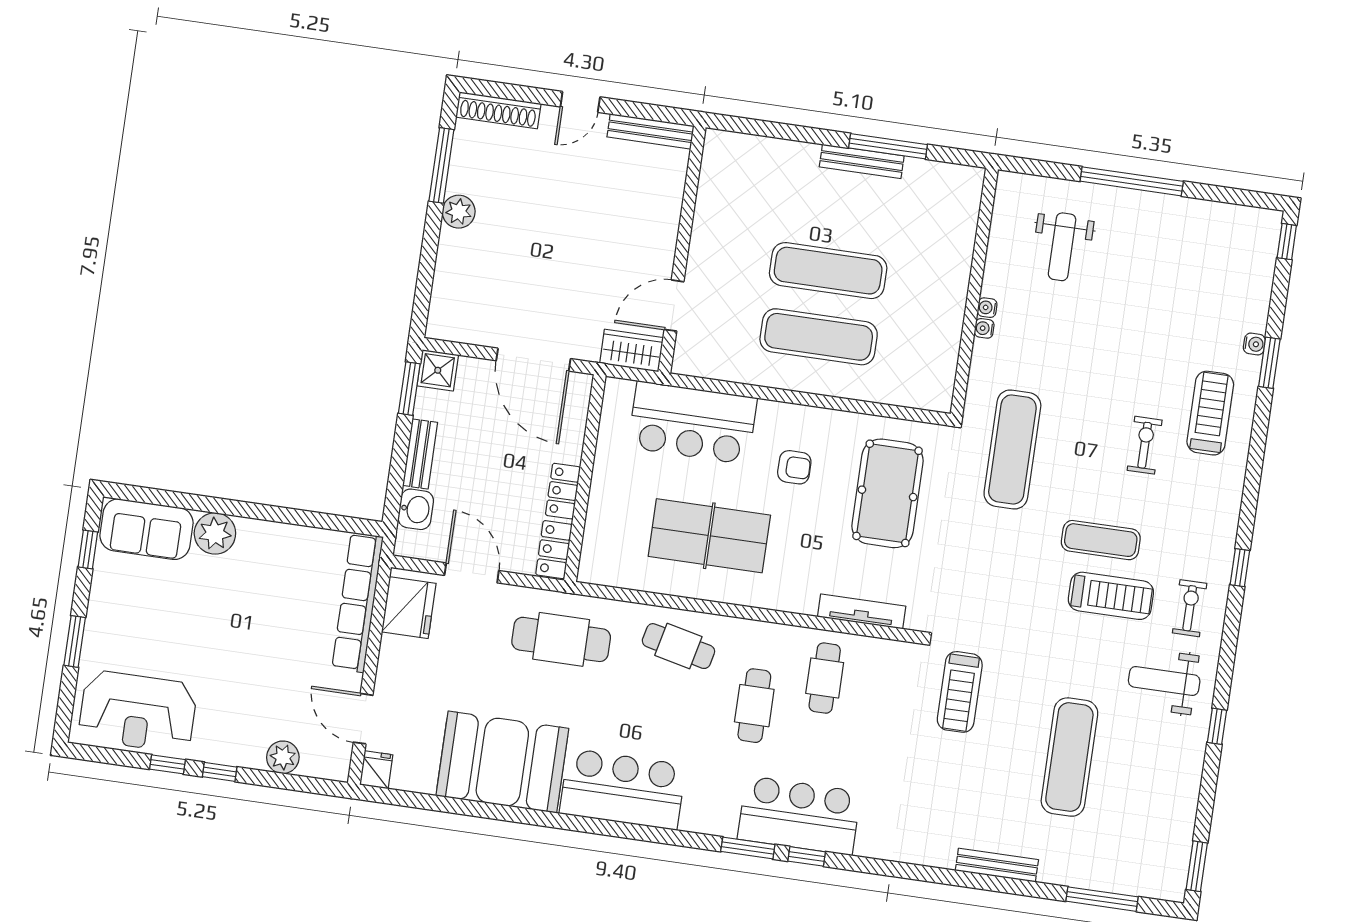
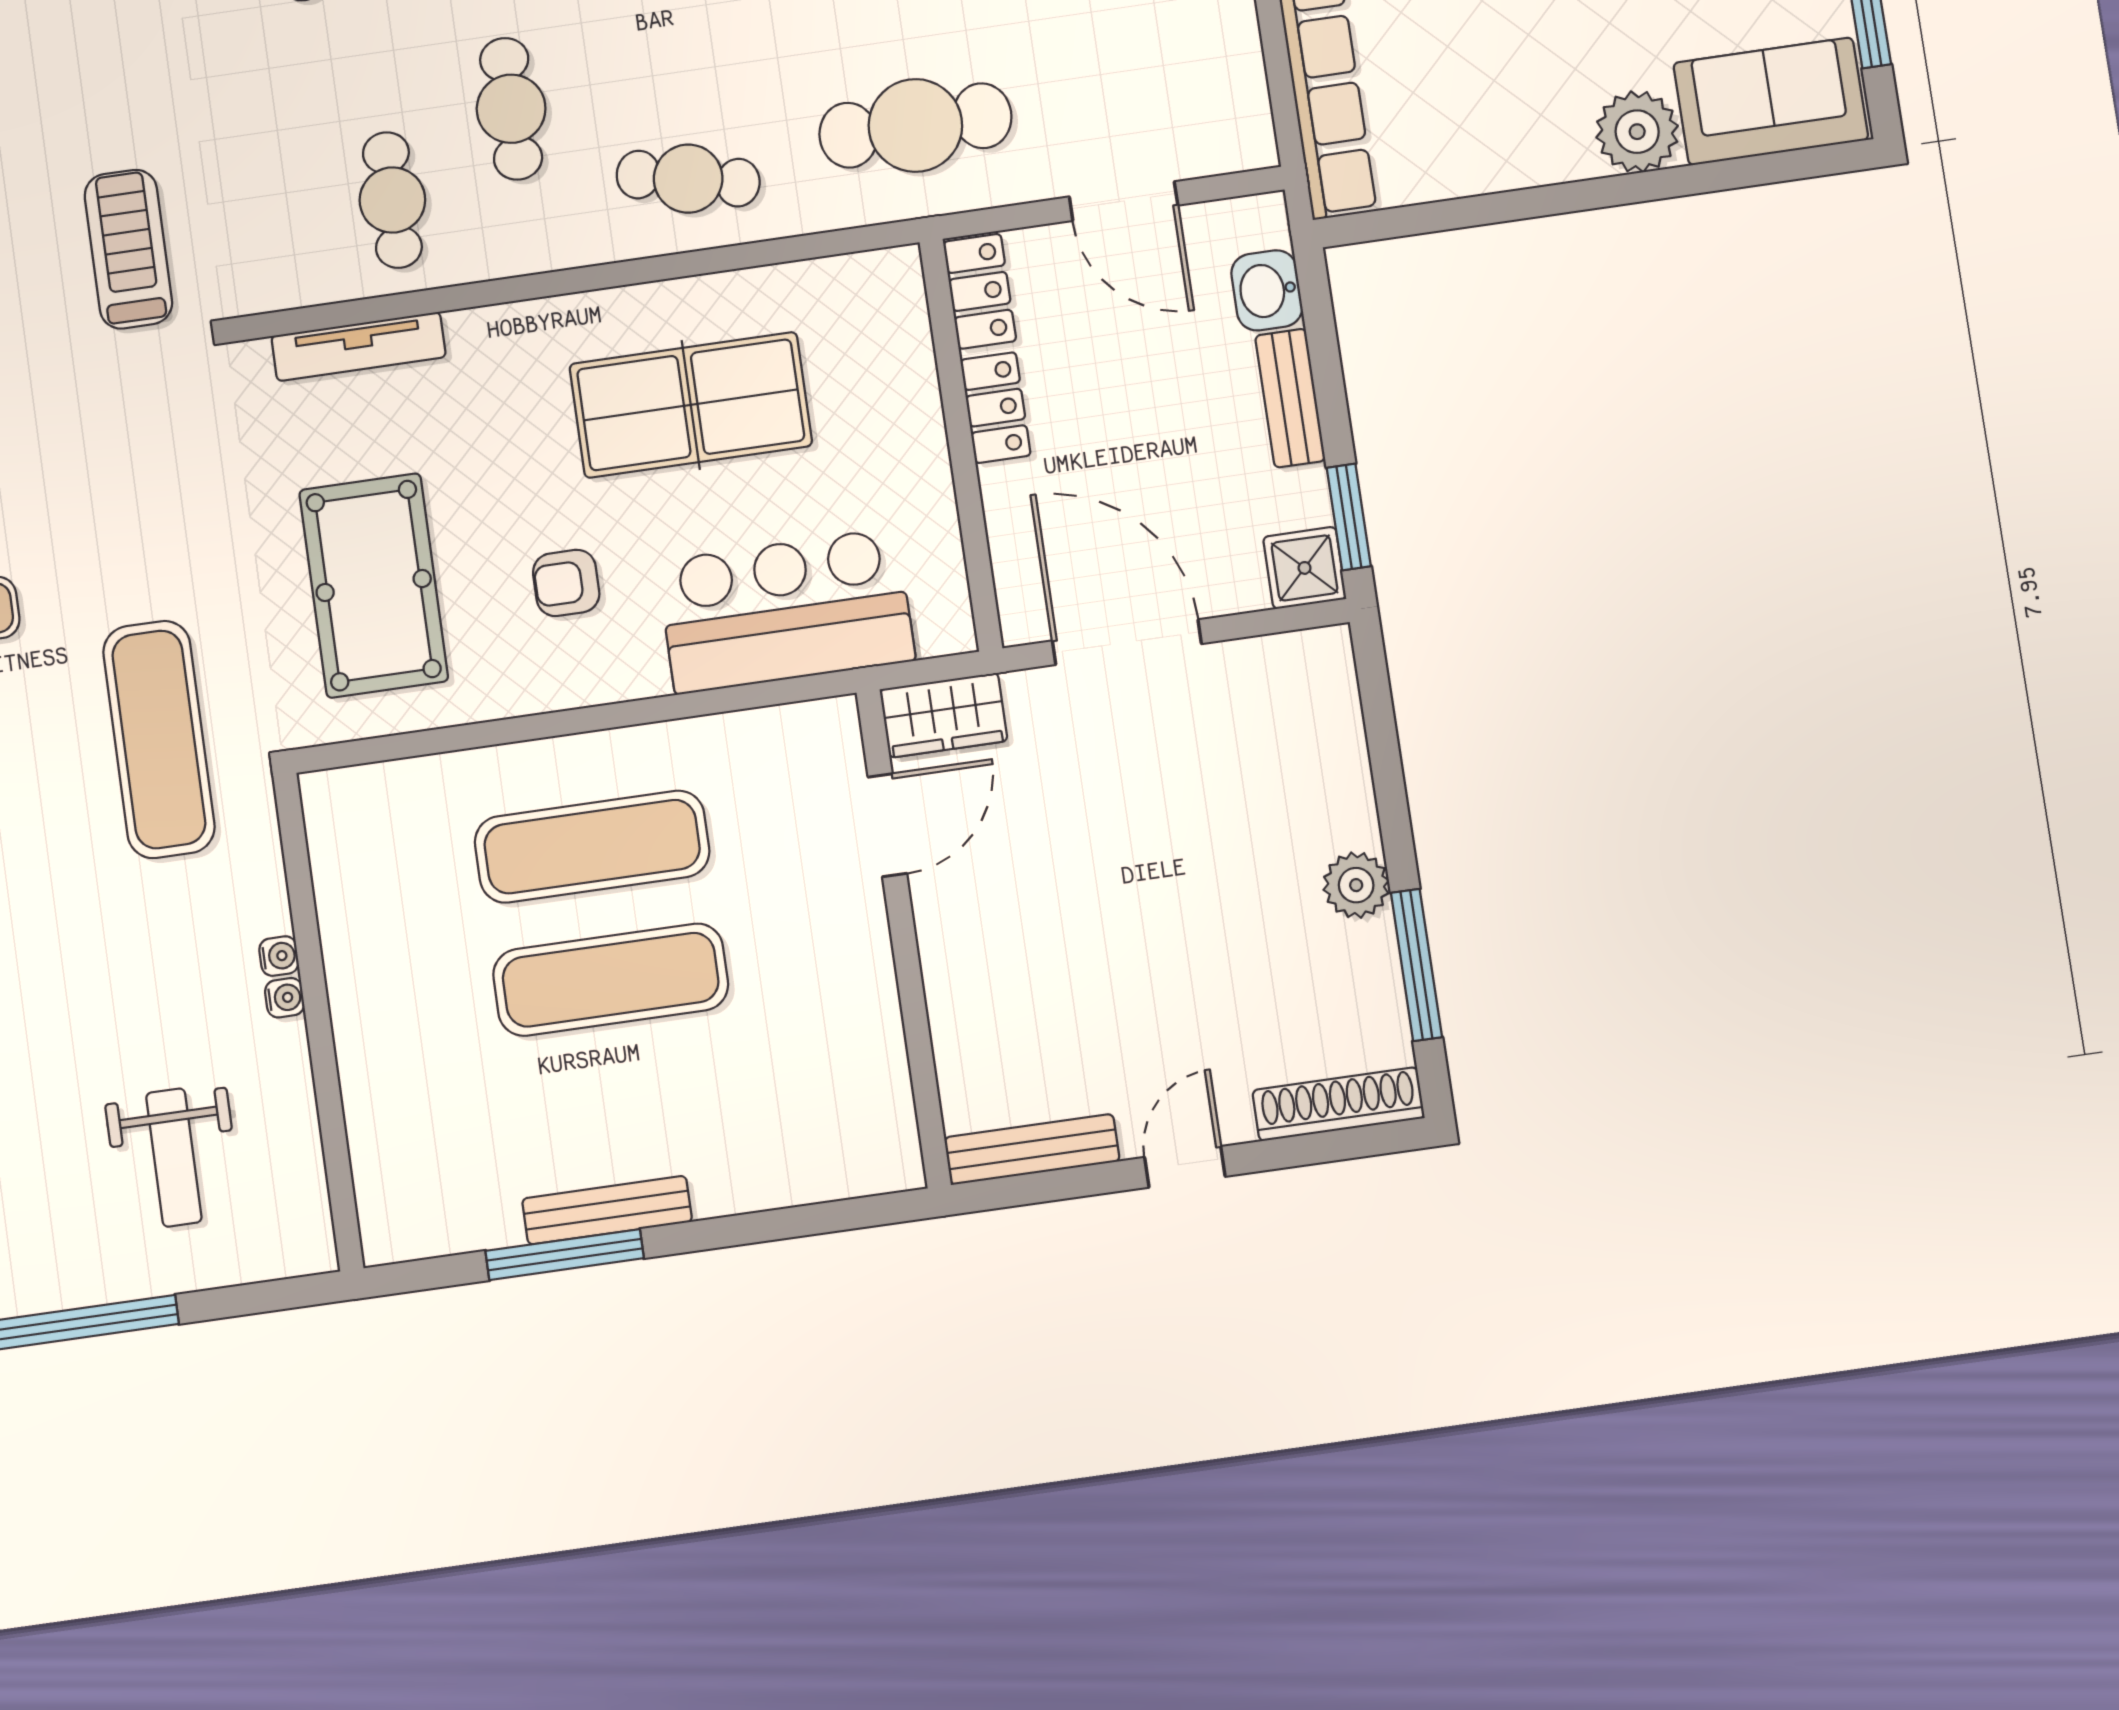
weight bench: (1062, 247) -> (174, 1158), turned 180
fridge: (409, 608) -> (1224, 100), removed

